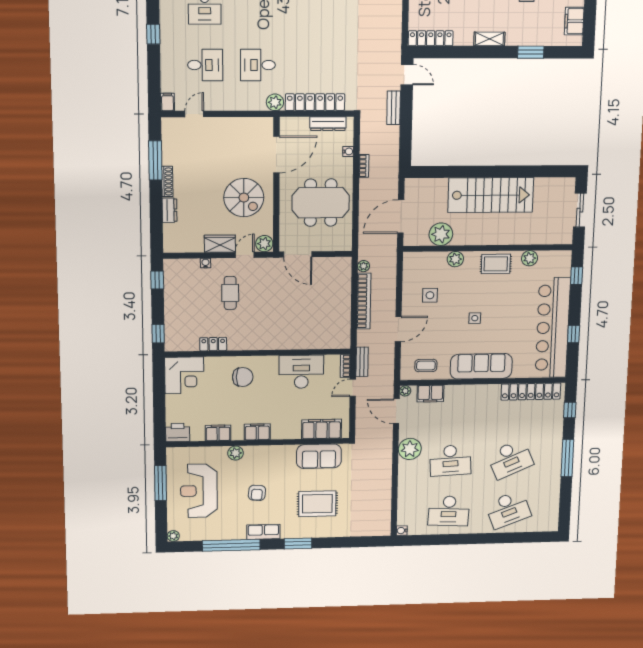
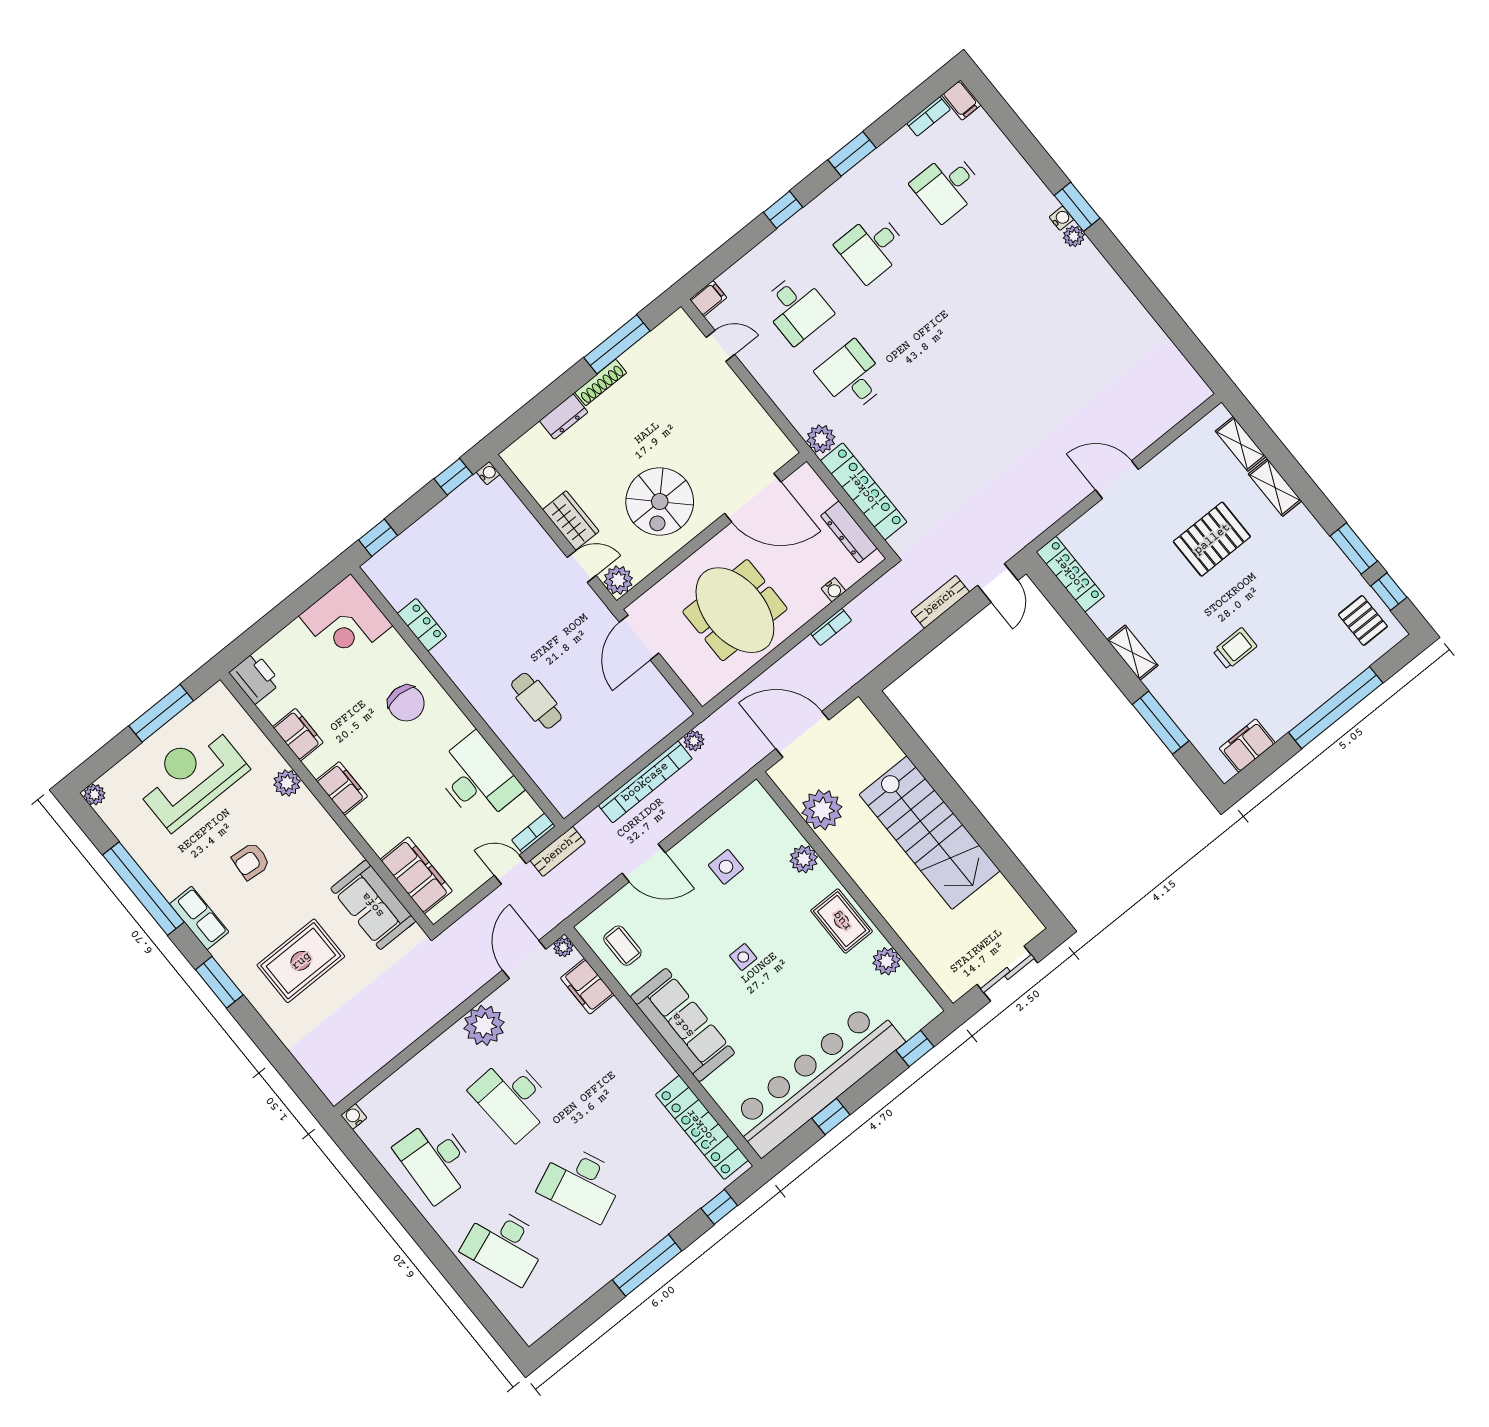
window: (531, 52) -> (1161, 723), width x1.44
water cooler: (205, 263) -> (488, 473), moved
cafe table: (230, 293) -> (536, 701), moved, turned 90
rug: (317, 504) -> (301, 961), turned 90

